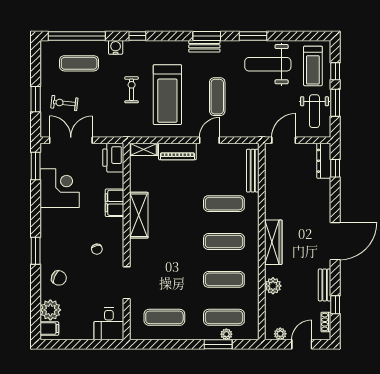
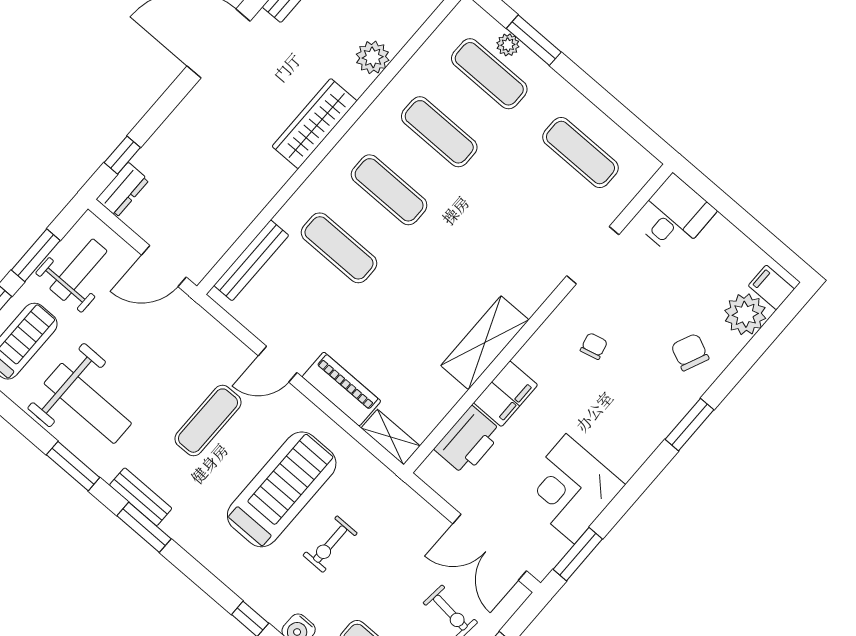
bench: (204, 46) -> (141, 497), moved
printer: (113, 158) -> (468, 441), moved
dresser: (324, 161) -> (123, 190), width x0.70

